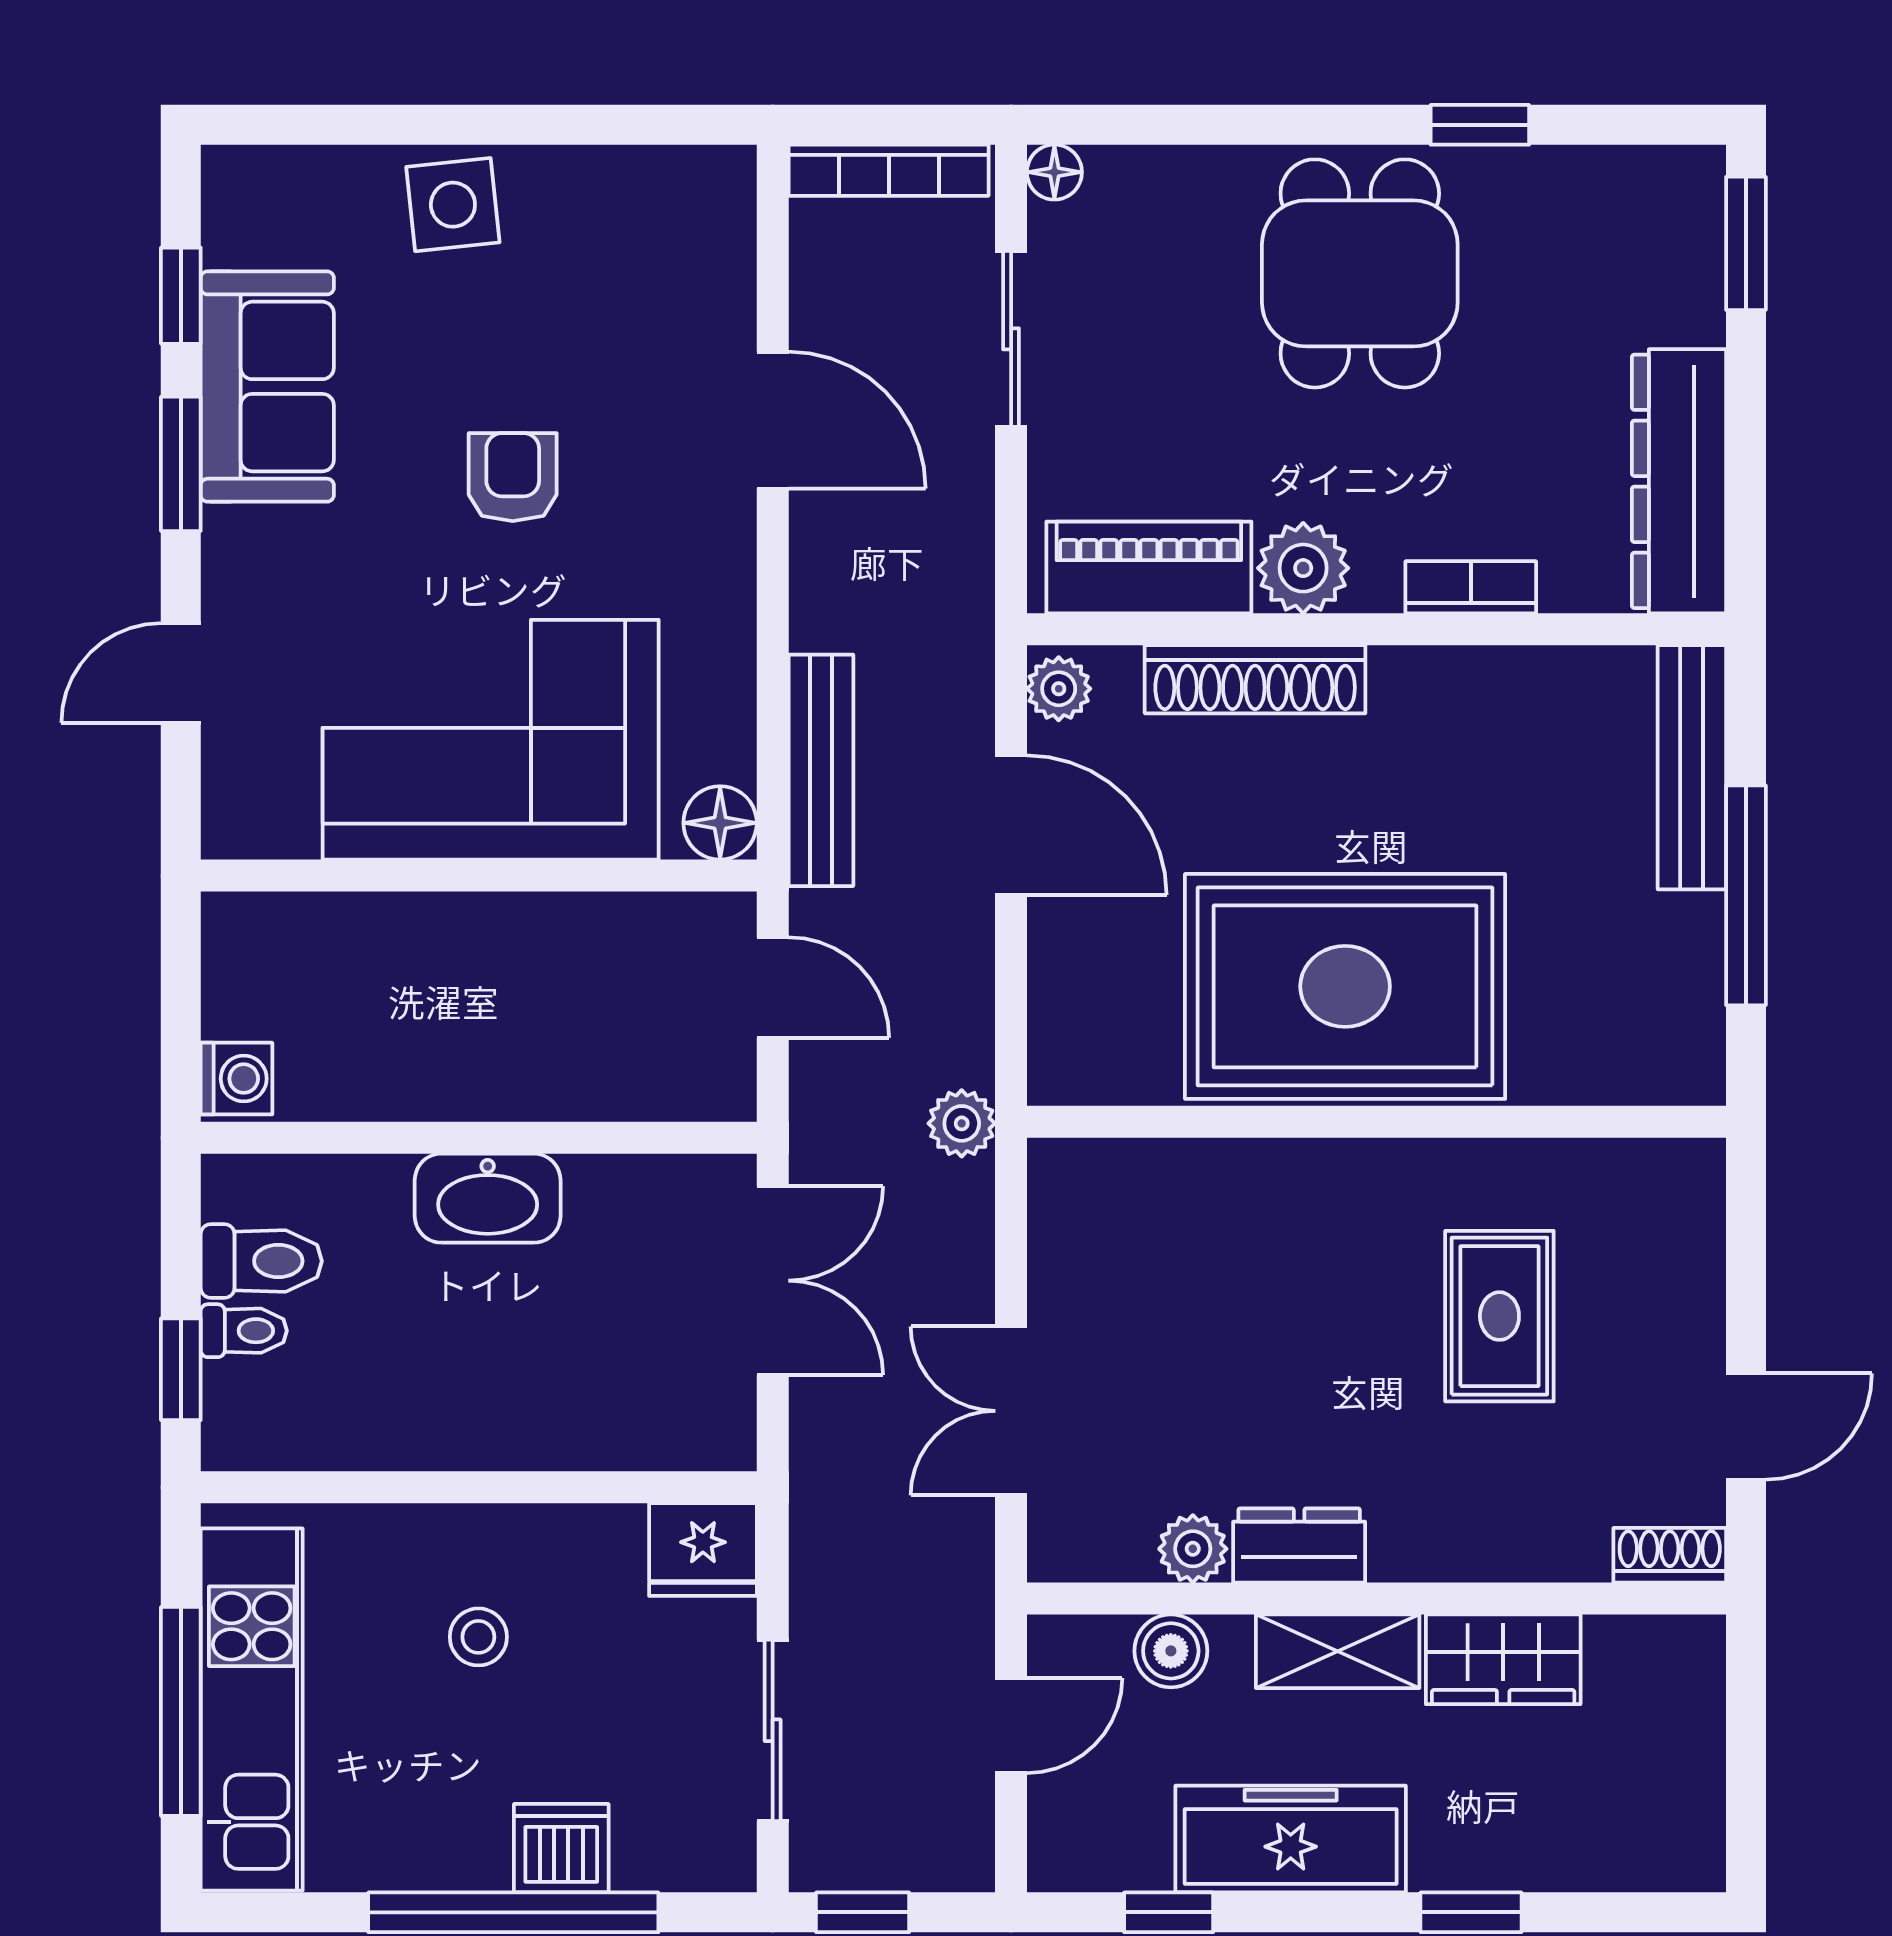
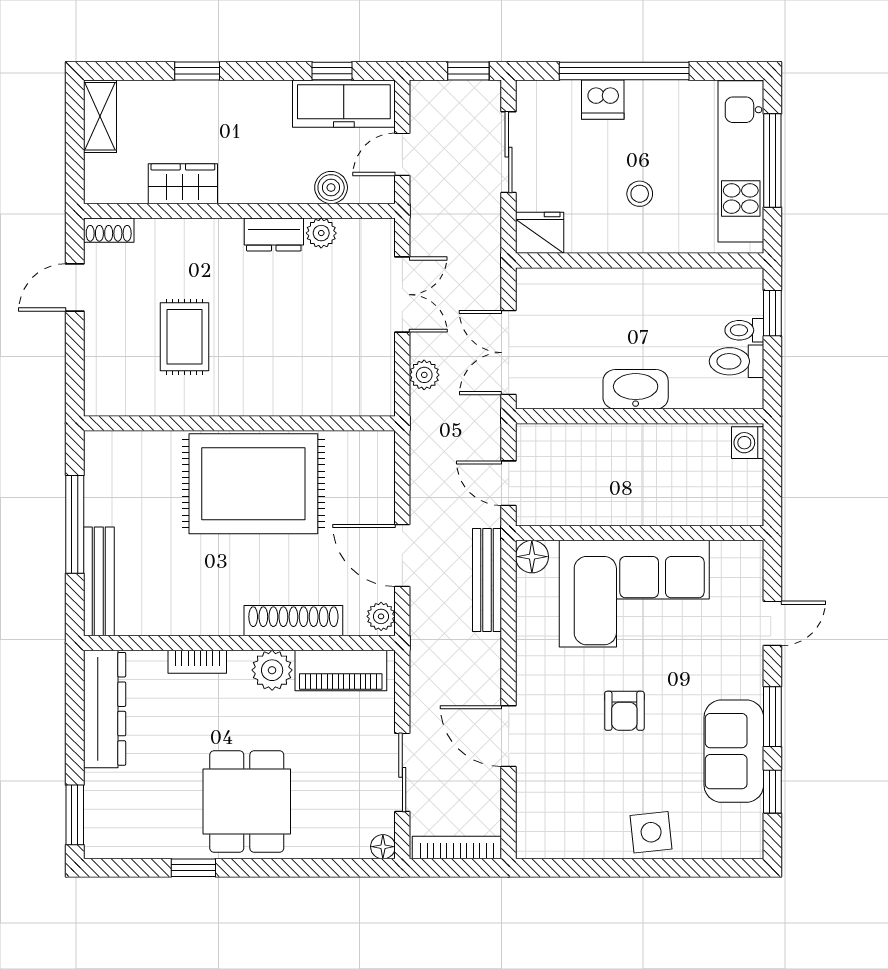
plant: (962, 1123) -> (424, 375), moved
shelving: (1338, 1651) -> (100, 116), moved, turned 90
freezer: (1291, 1839) -> (344, 104), moved

